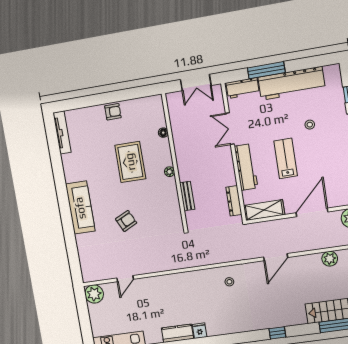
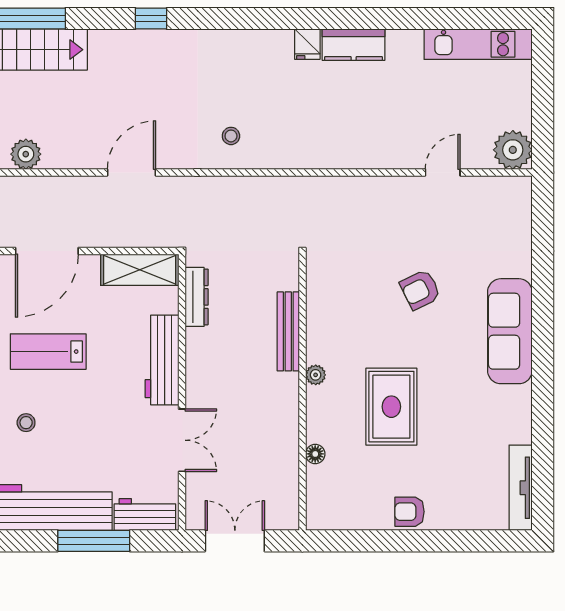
lab bench: (286, 158) -> (48, 352), moved, turned 90
bench: (187, 196) -> (288, 331), width x1.36

